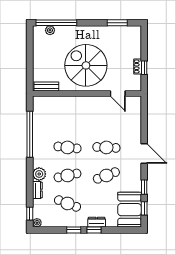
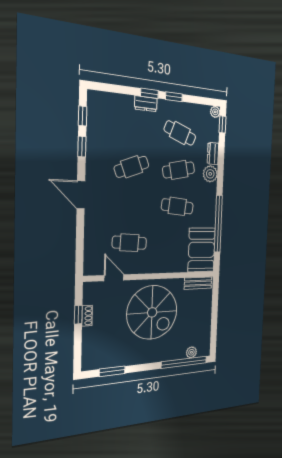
cafe table: (106, 147) -> (129, 243), moved
booth: (130, 210) -> (202, 250), moved

